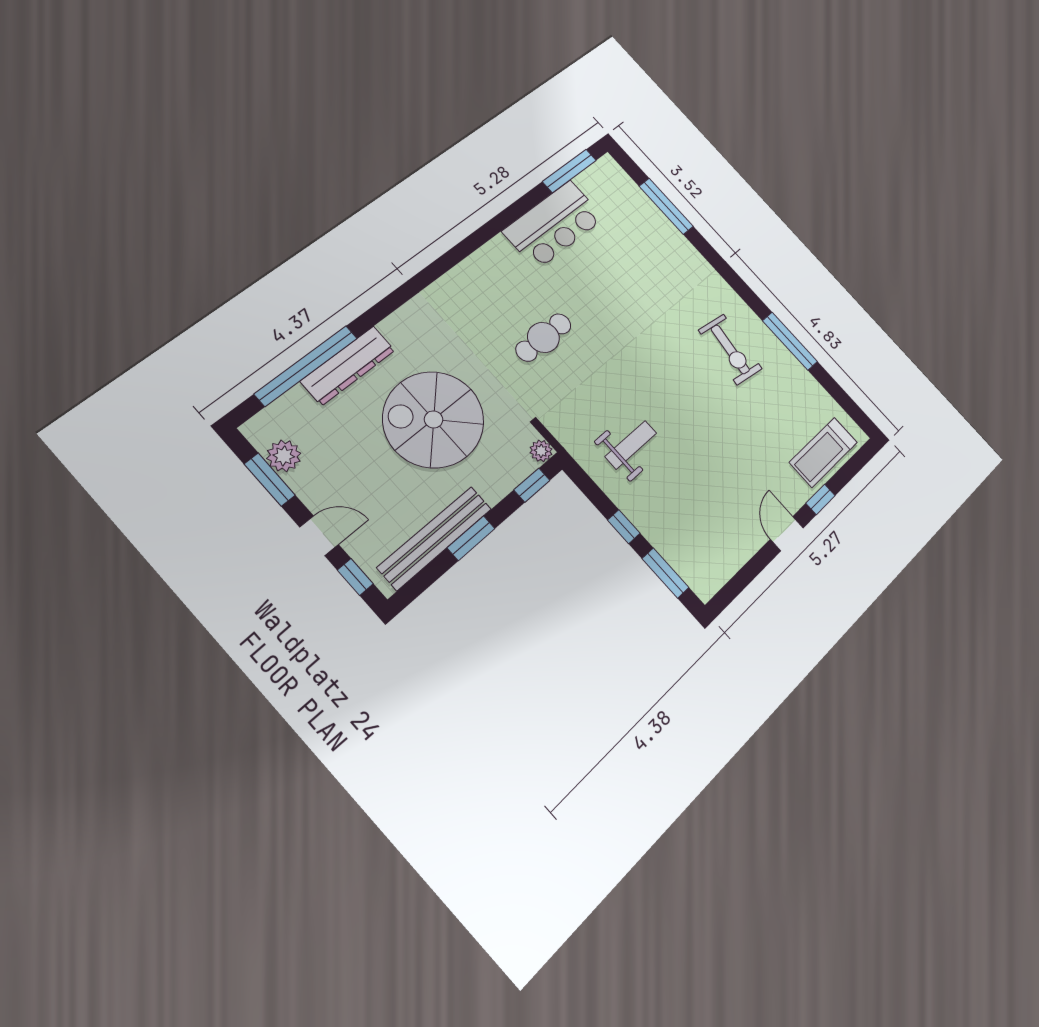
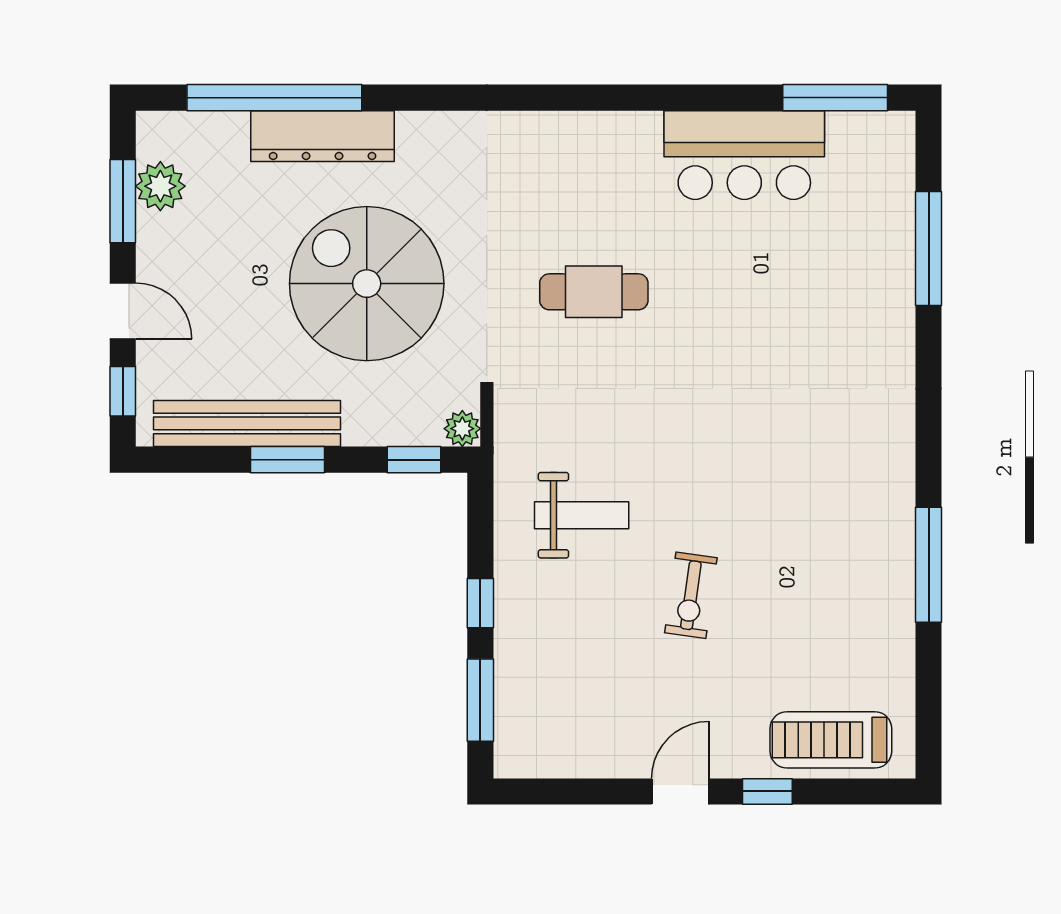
exercise bike: (730, 349) -> (691, 595), moved, width x0.73, depth x0.72

